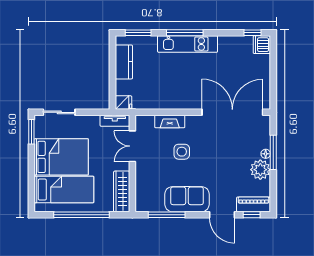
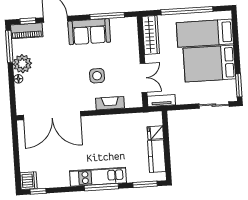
fridge: (124, 103) -> (155, 133), moved
window: (273, 152) -> (9, 46), moved

